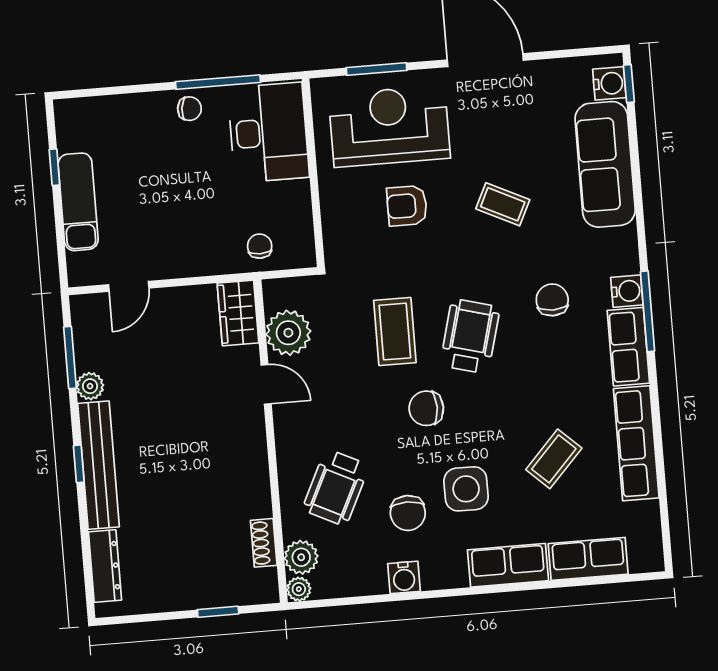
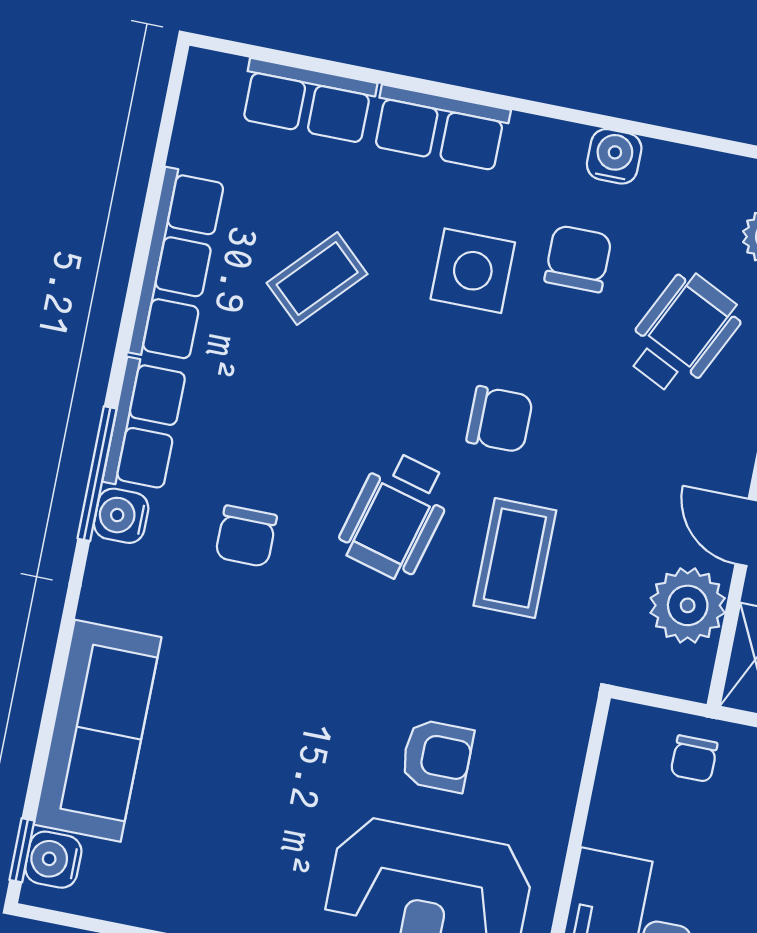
coffee table: (503, 204) -> (282, 714), removed

